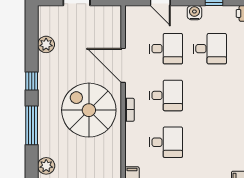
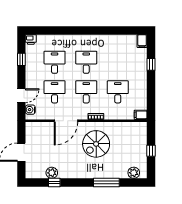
water cooler: (194, 13) -> (30, 110), moved
window: (32, 81) -> (54, 182), moved
desk: (210, 95) -> (86, 62), added
spiral stairs: (89, 110) -> (96, 144), width x0.73, depth x0.73

